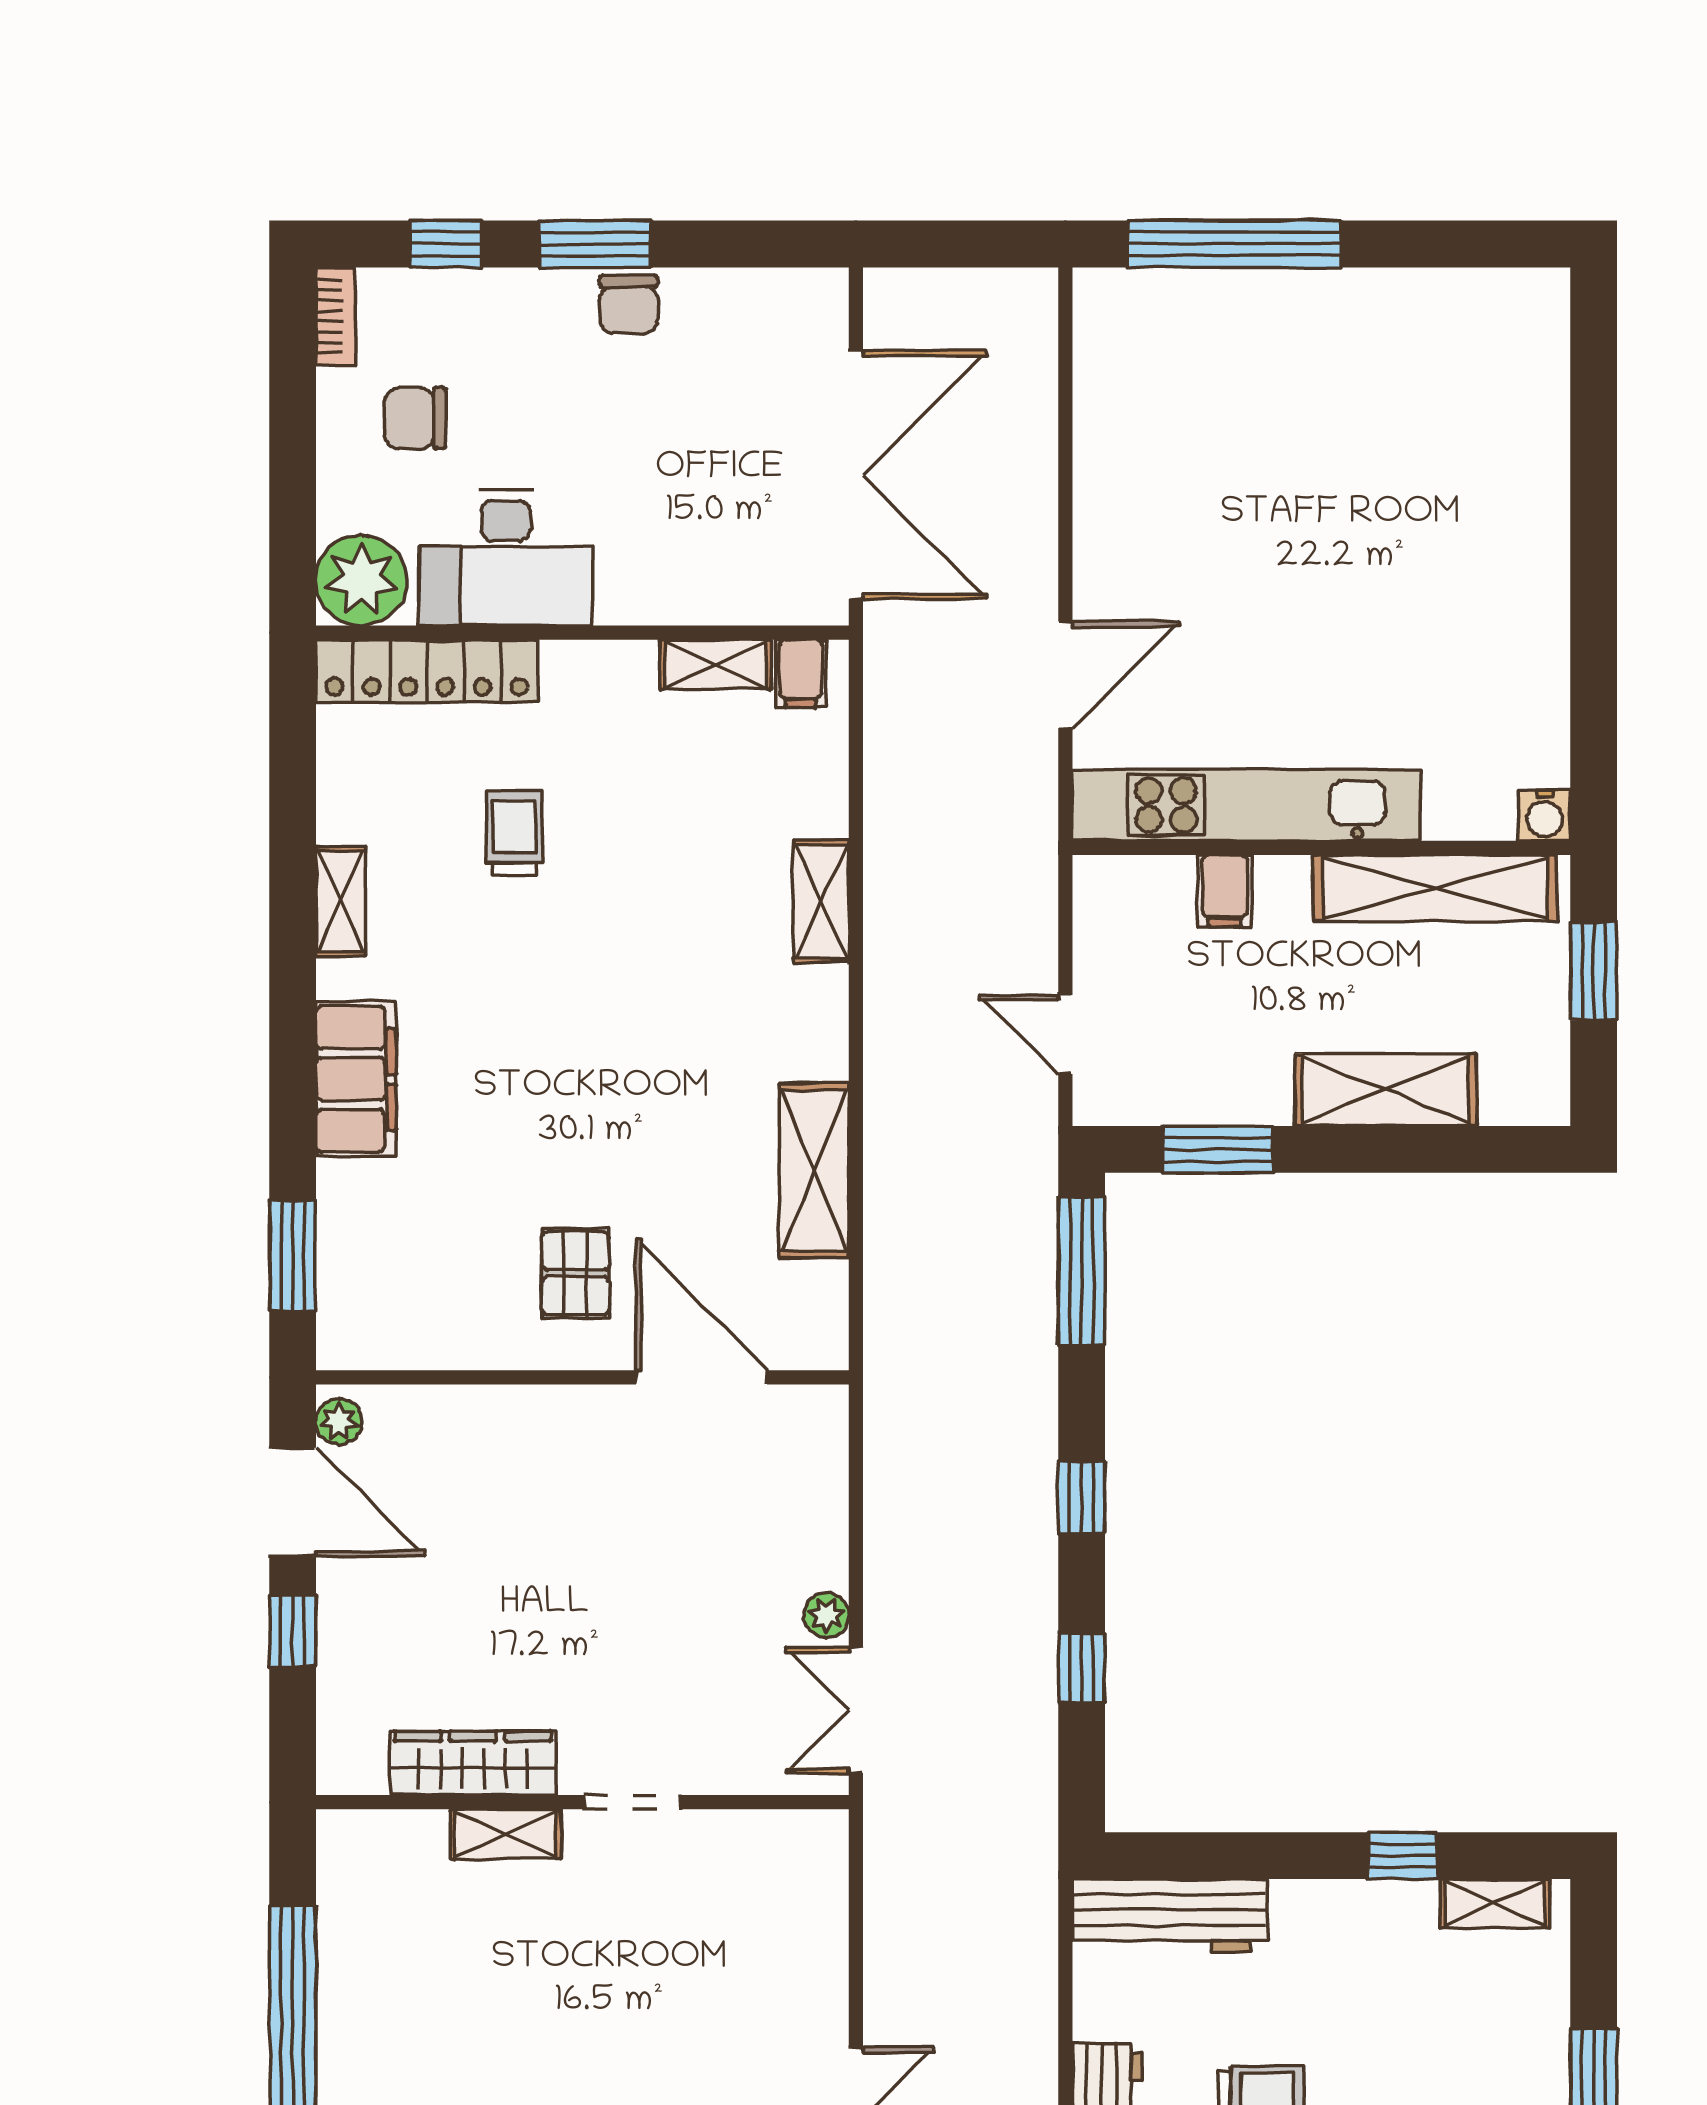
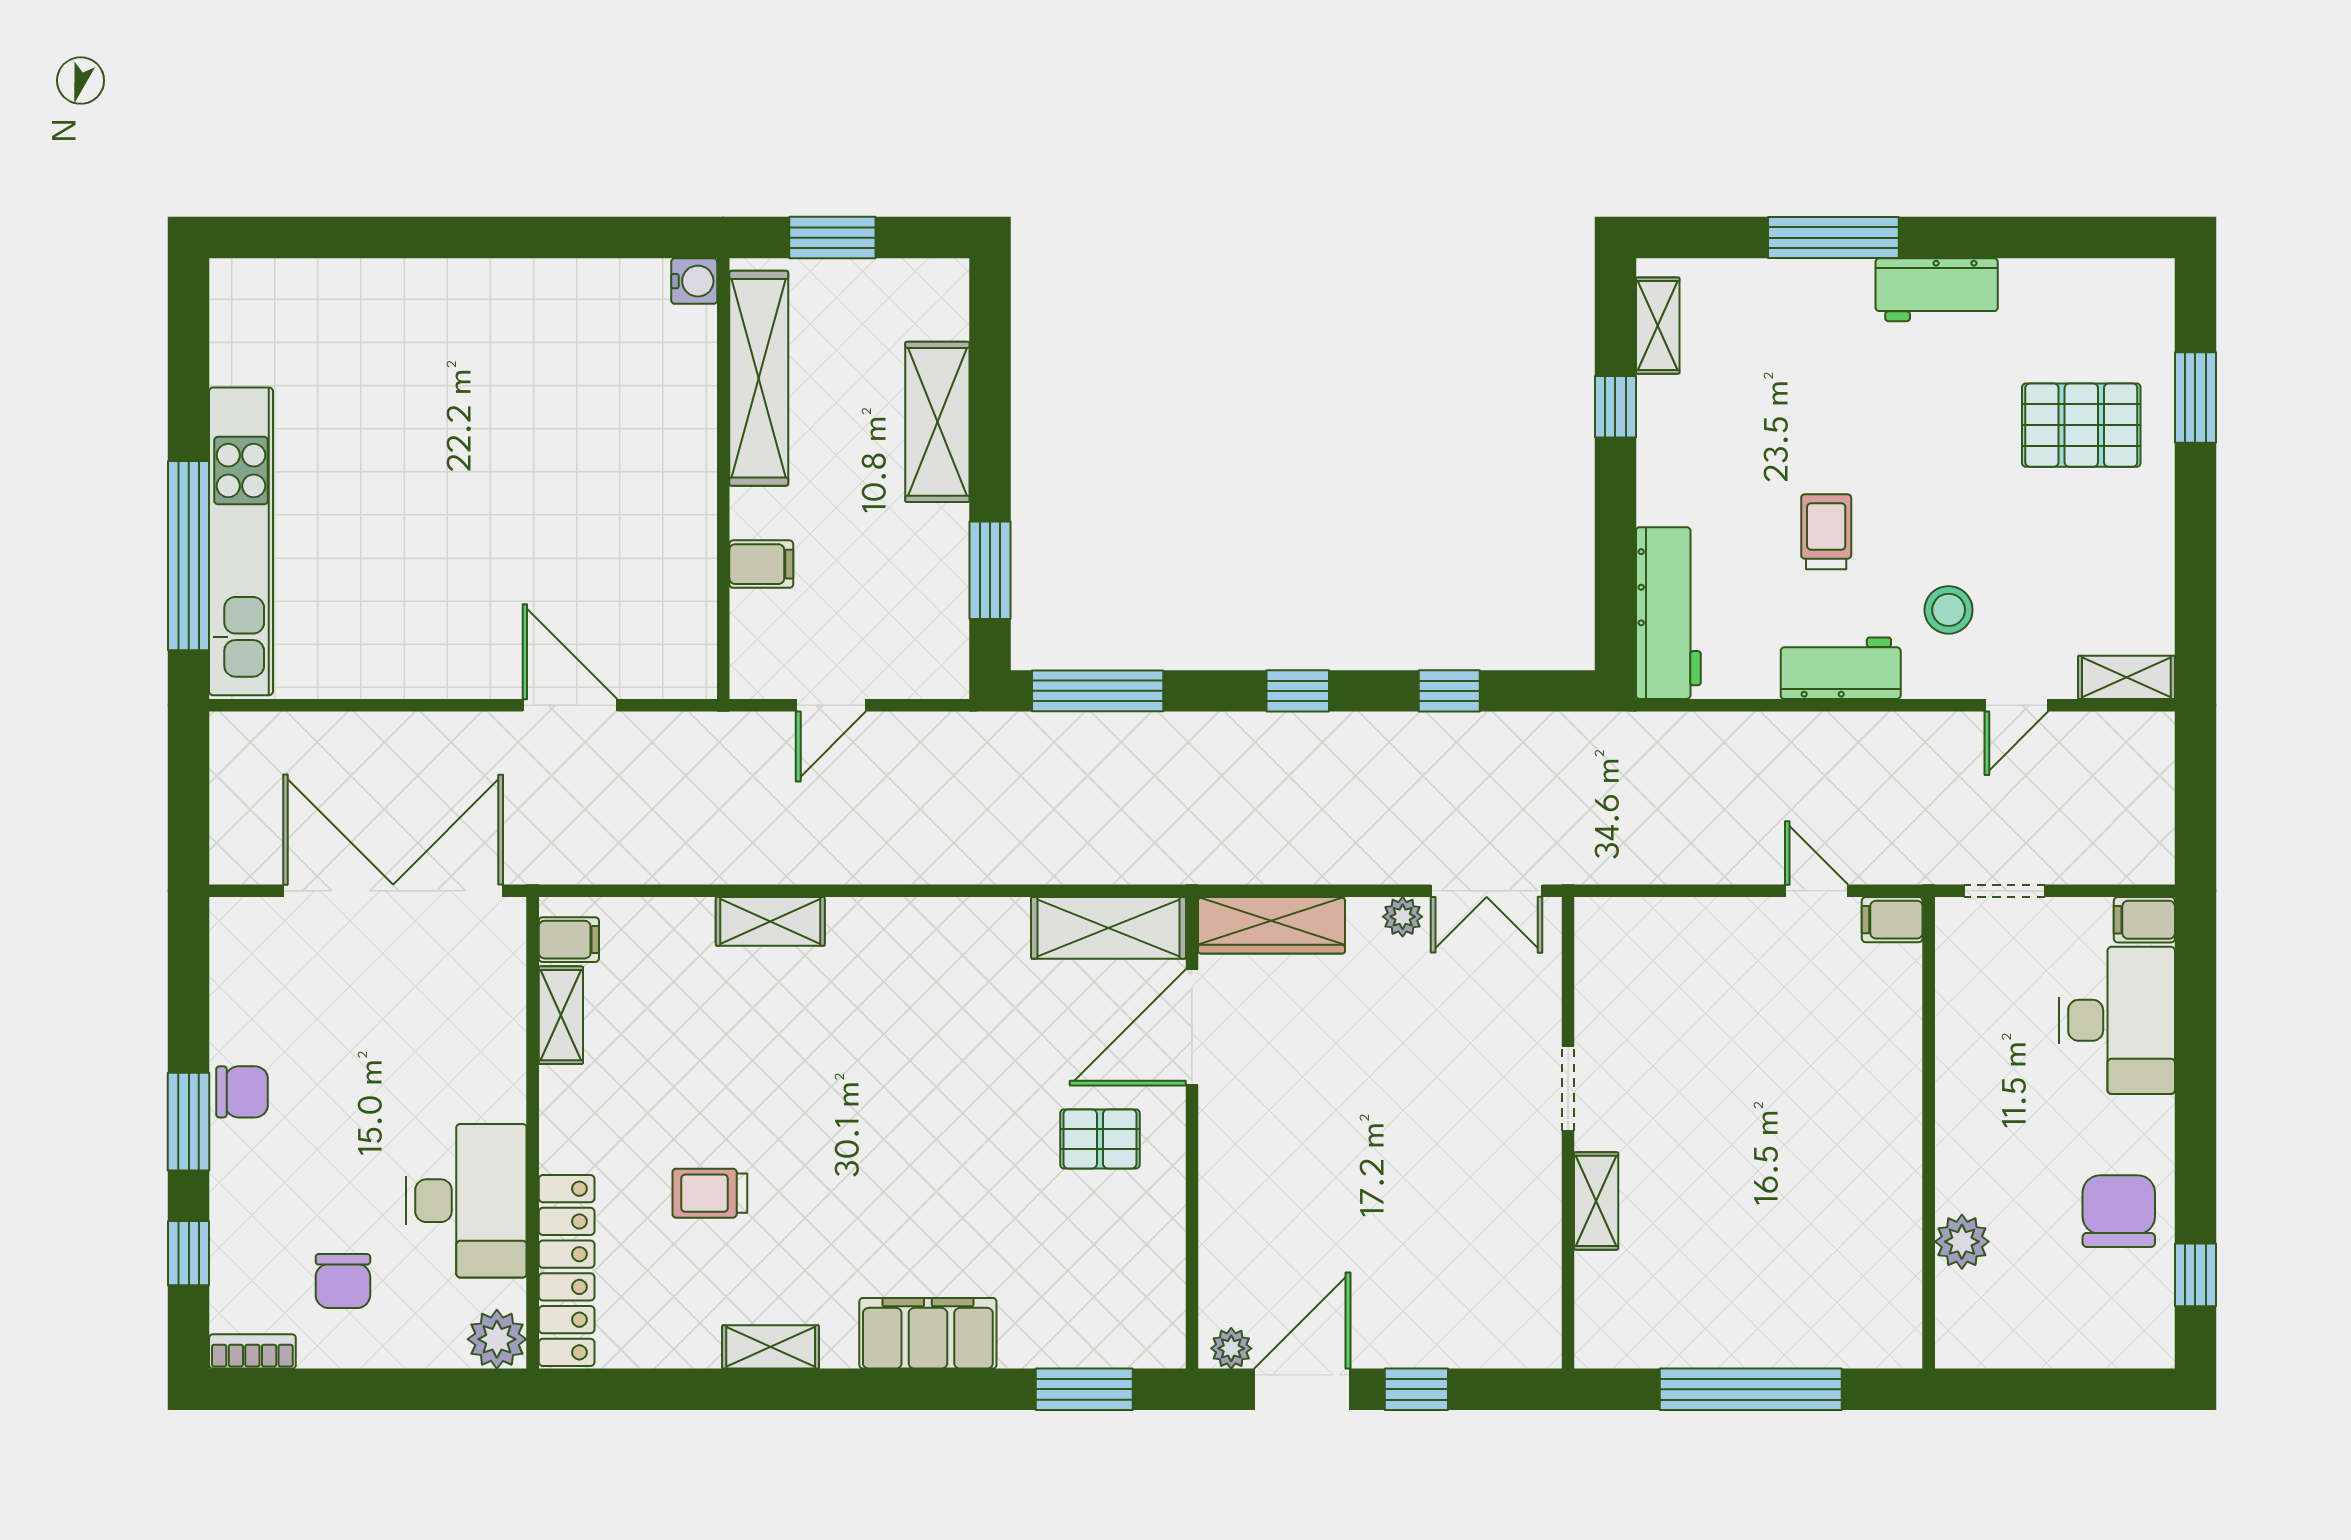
plant: (361, 580) -> (497, 1339), width x0.73, depth x0.73
kitchen unit: (1246, 805) -> (241, 541), moved, turned 180
door: (1065, 1034) -> (831, 705), moved
shelving: (814, 1171) -> (1108, 928), moved
wardrobe: (473, 1763) -> (1272, 925), moved, turned -90

